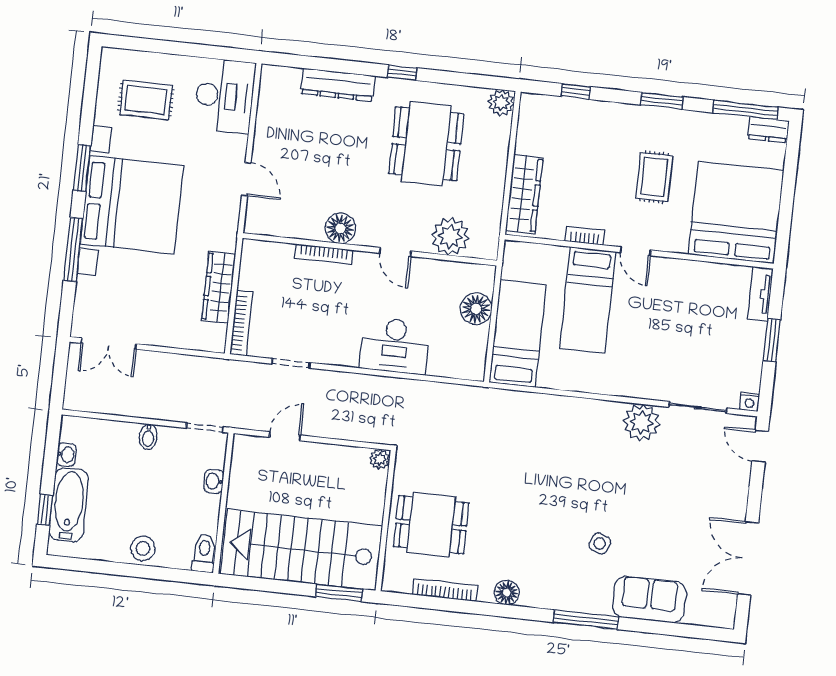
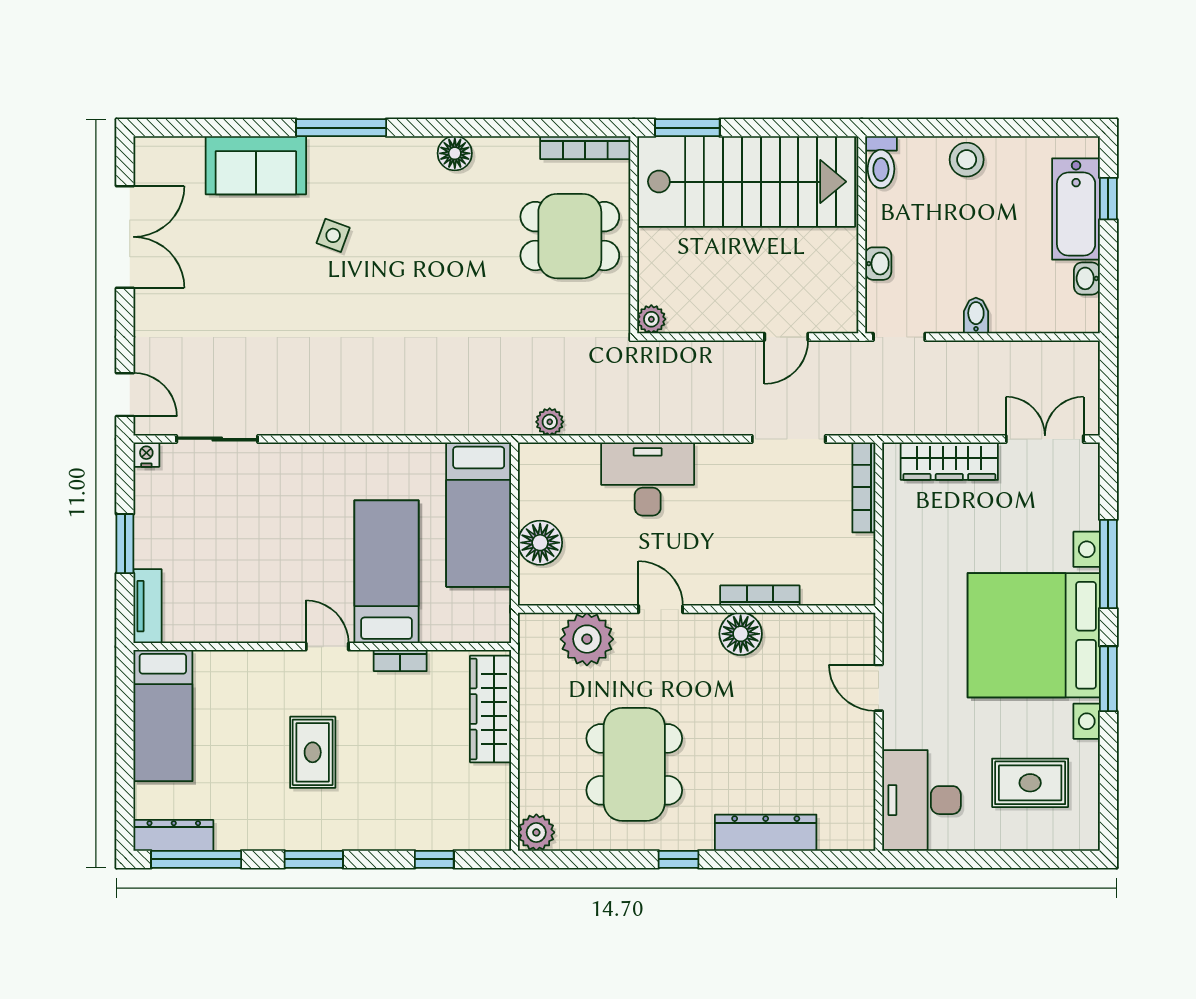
dresser: (768, 130) -> (174, 835), width x1.44
bed: (736, 212) -> (163, 716), width x0.49
wardrobe: (219, 287) -> (949, 461), moved, turned 90
doorway: (291, 363) -> (789, 439), width x1.38
plant: (642, 422) -> (550, 422), moved, width x0.53, depth x0.53
bookcase: (445, 590) -> (585, 148), moved

